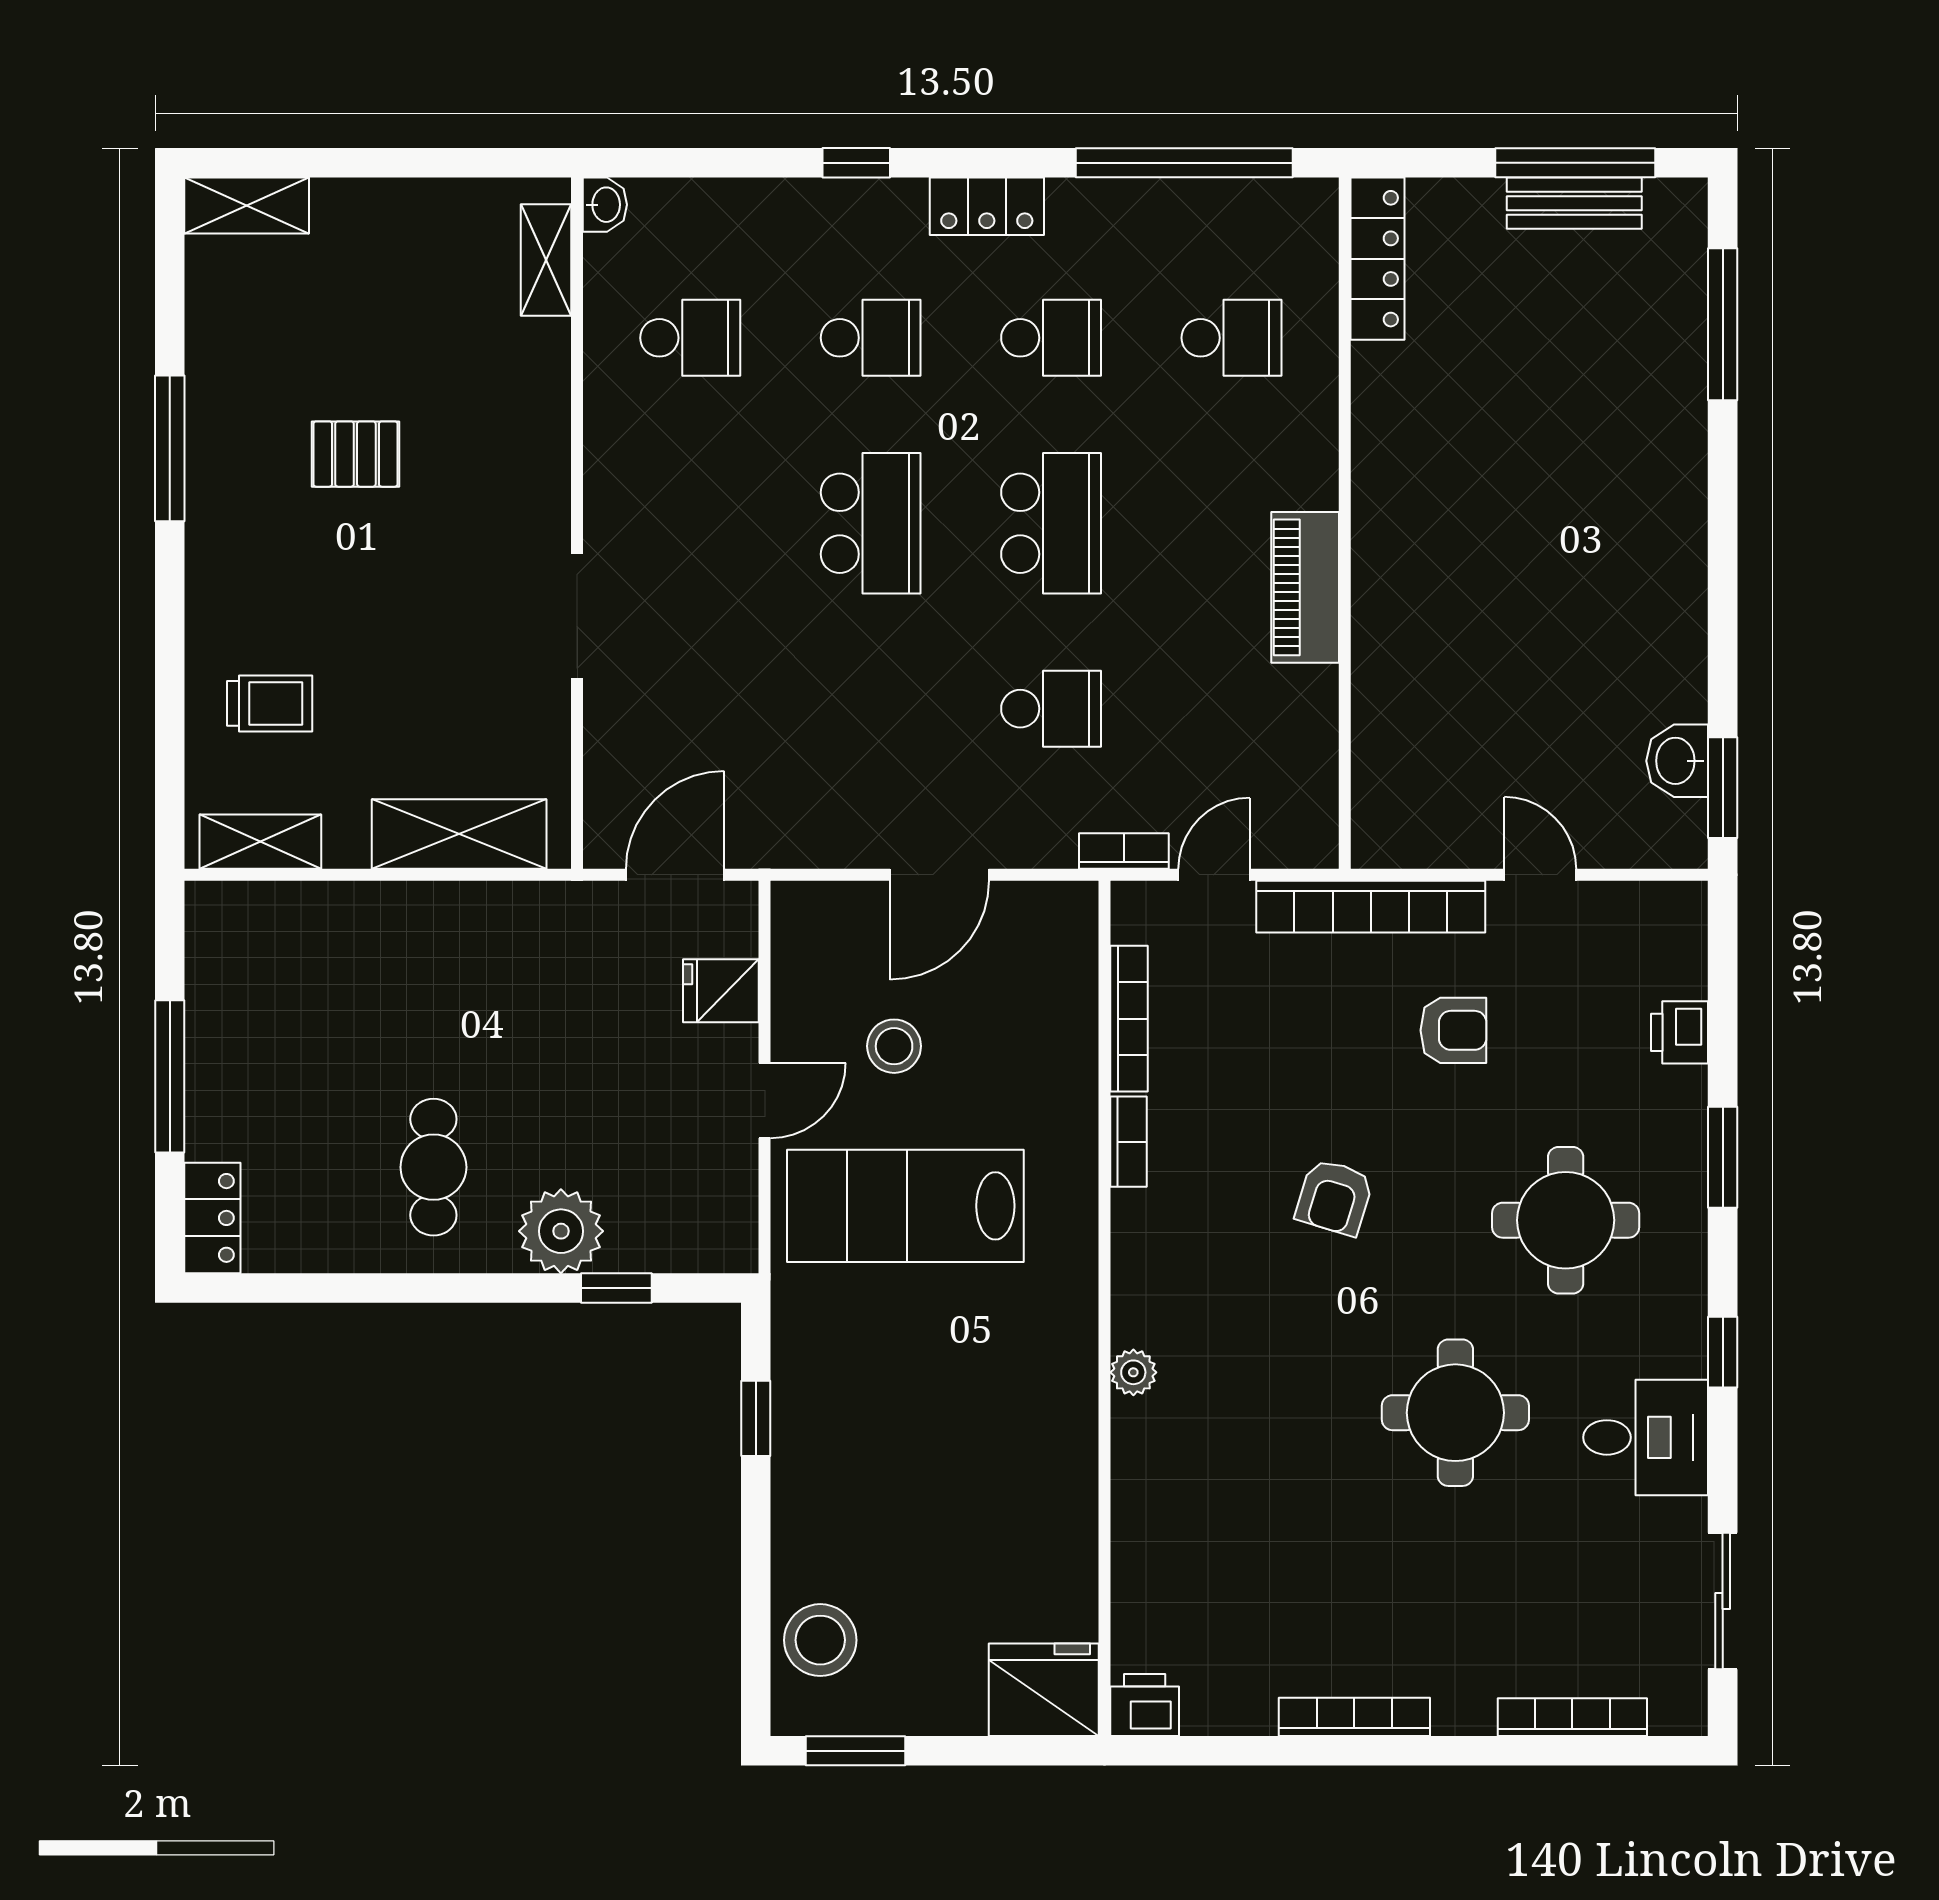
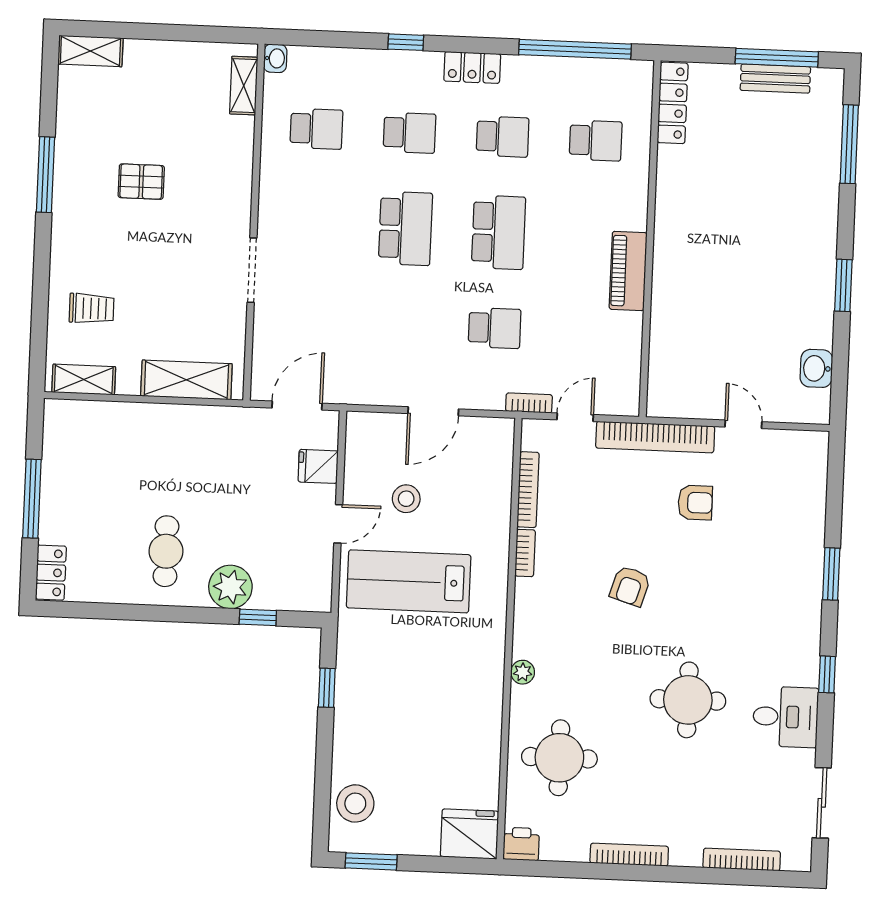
window: (1723, 788) -> (843, 285), moved
printer: (1680, 1032) -> (812, 509), removed
round table: (1566, 1220) -> (559, 758), moved

